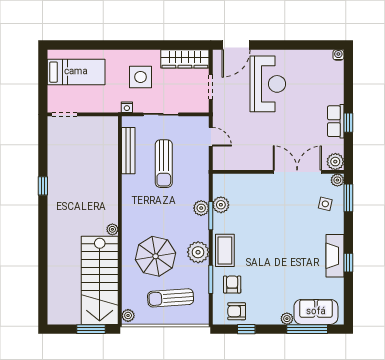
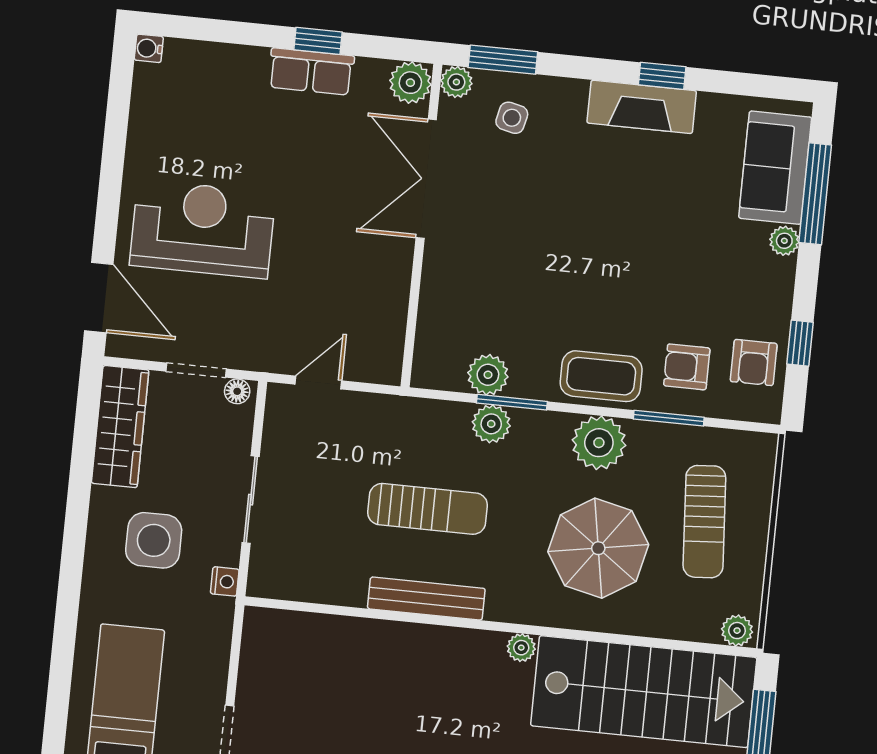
floor lamp: (204, 104) -> (237, 391), added
bench: (128, 151) -> (426, 599), moved
sun lounger: (164, 164) -> (428, 509), moved

